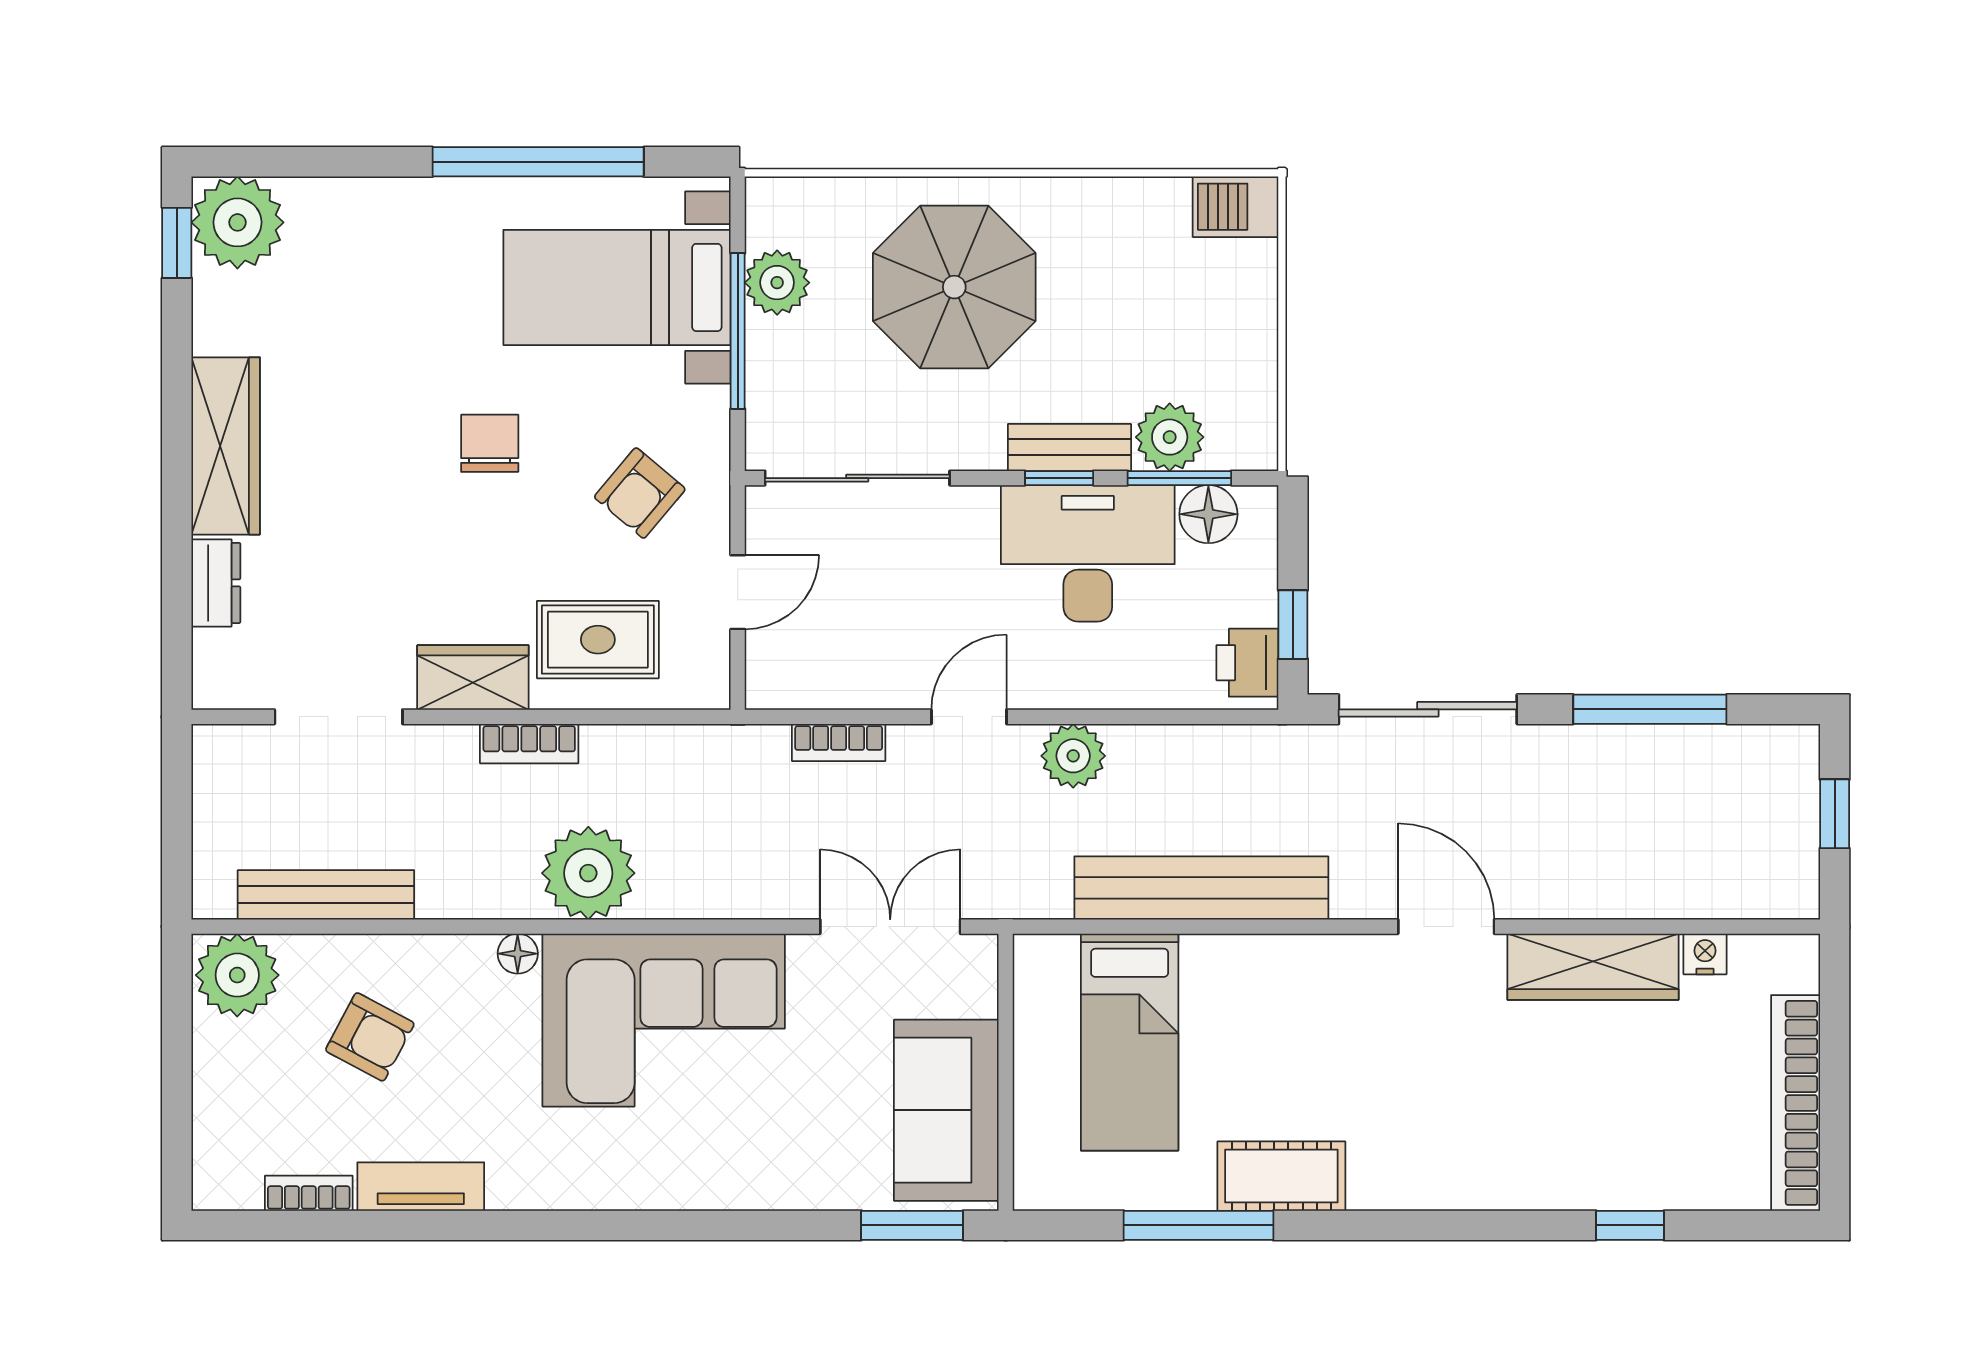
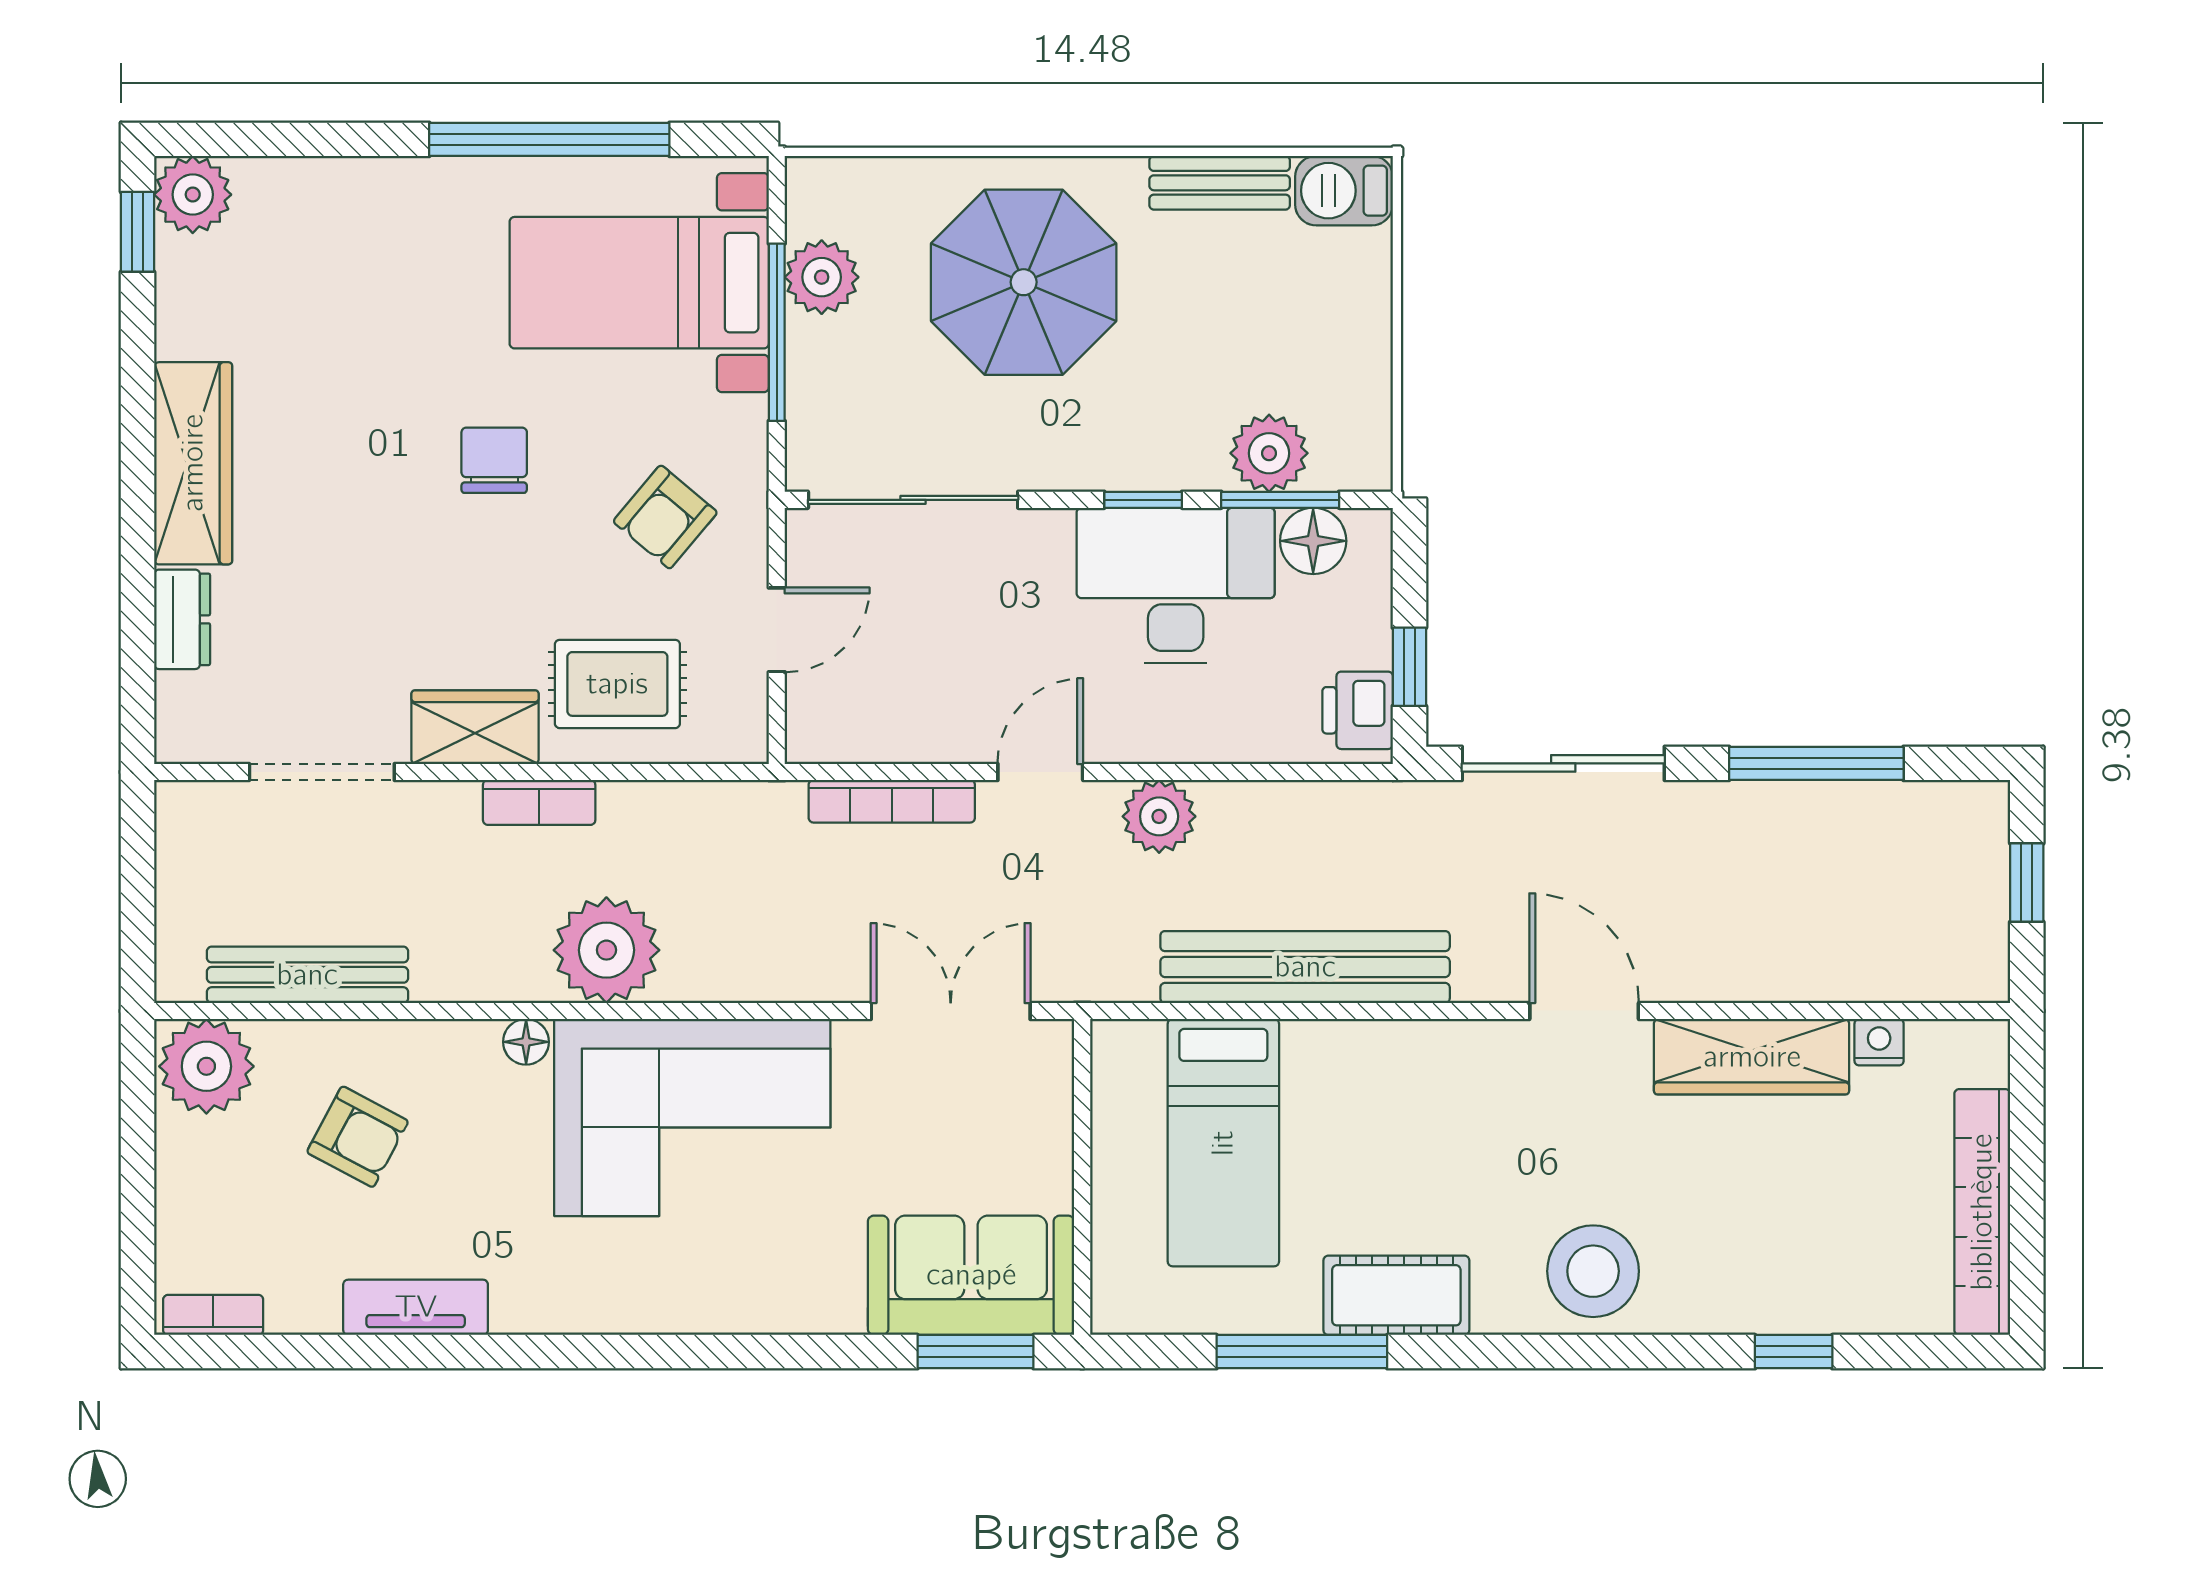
plant: (237, 222) -> (193, 195), width x0.73, depth x0.73
bench: (1069, 447) -> (1220, 183), moved
bookcase: (839, 743) -> (892, 801), width x1.56
sofa: (946, 1110) -> (971, 1275), moved, turned 90
stool: (1454, 1155) -> (1593, 1271), added
bookcase: (309, 1193) -> (213, 1315), moved

